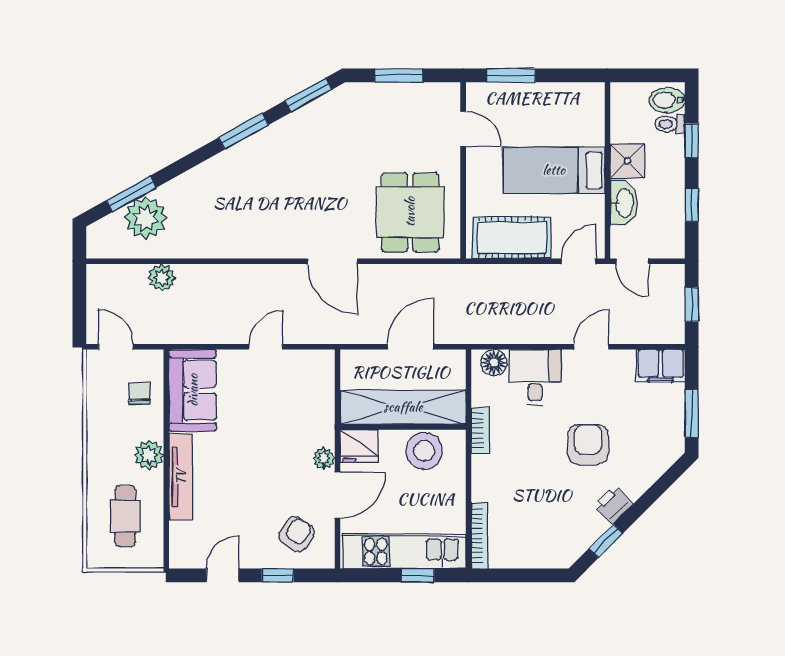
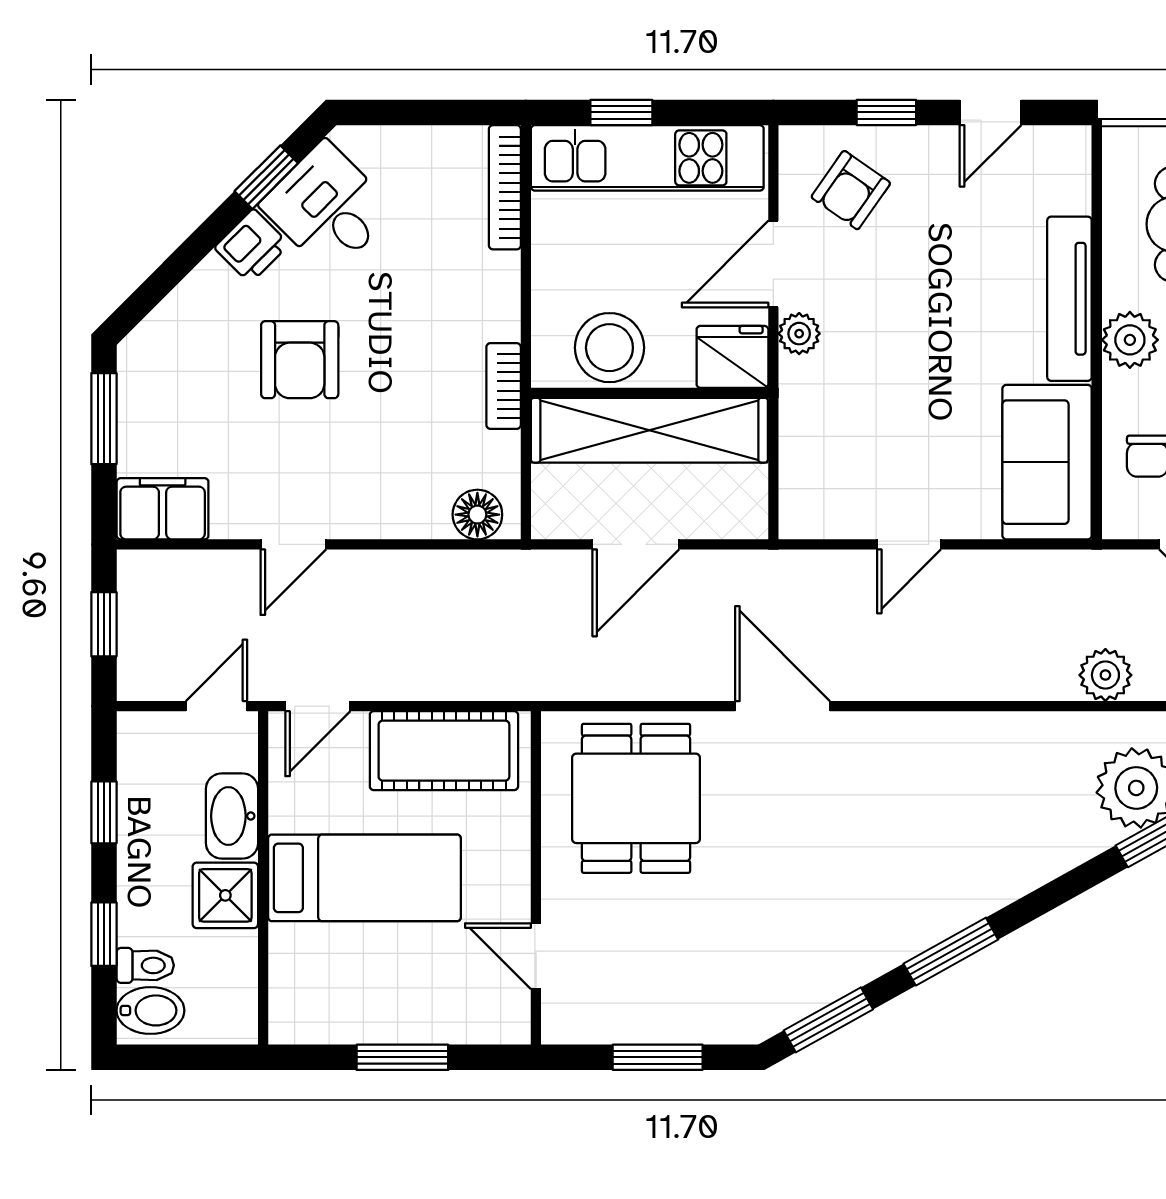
window: (511, 75) -> (402, 1057), moved
door: (632, 261) -> (216, 706), hinge flipped
desk: (535, 377) -> (328, 208), moved, turned 135

